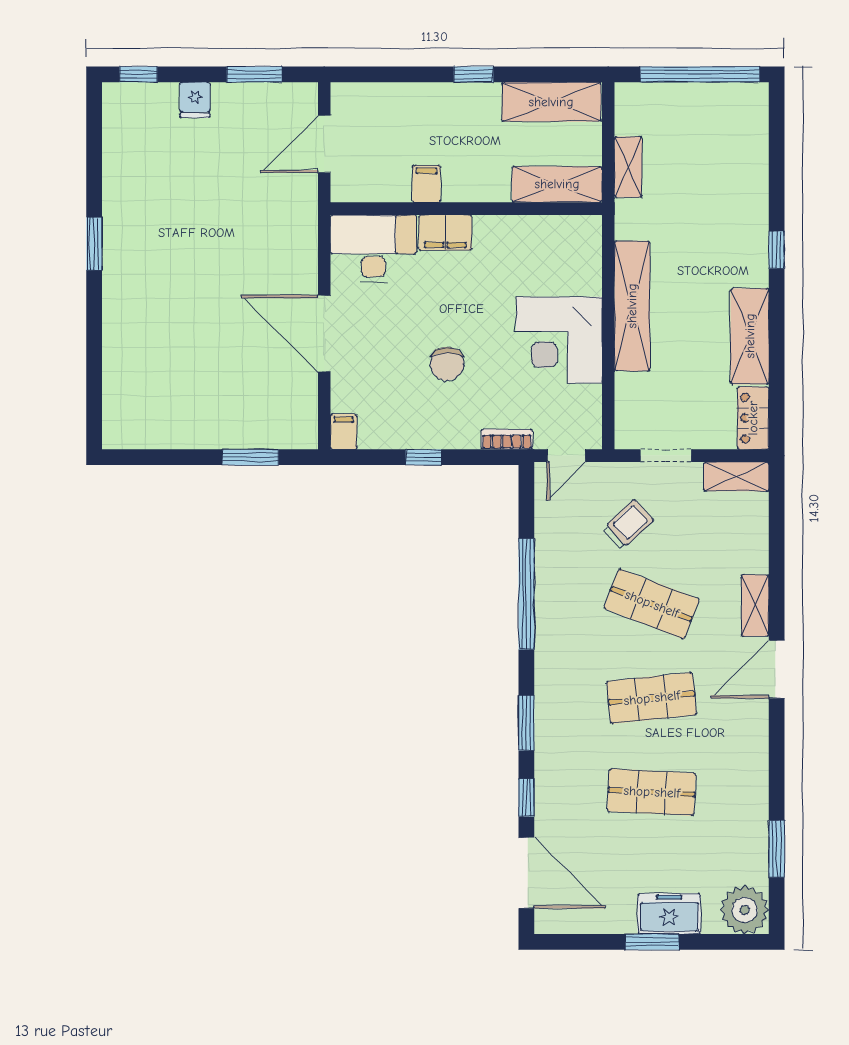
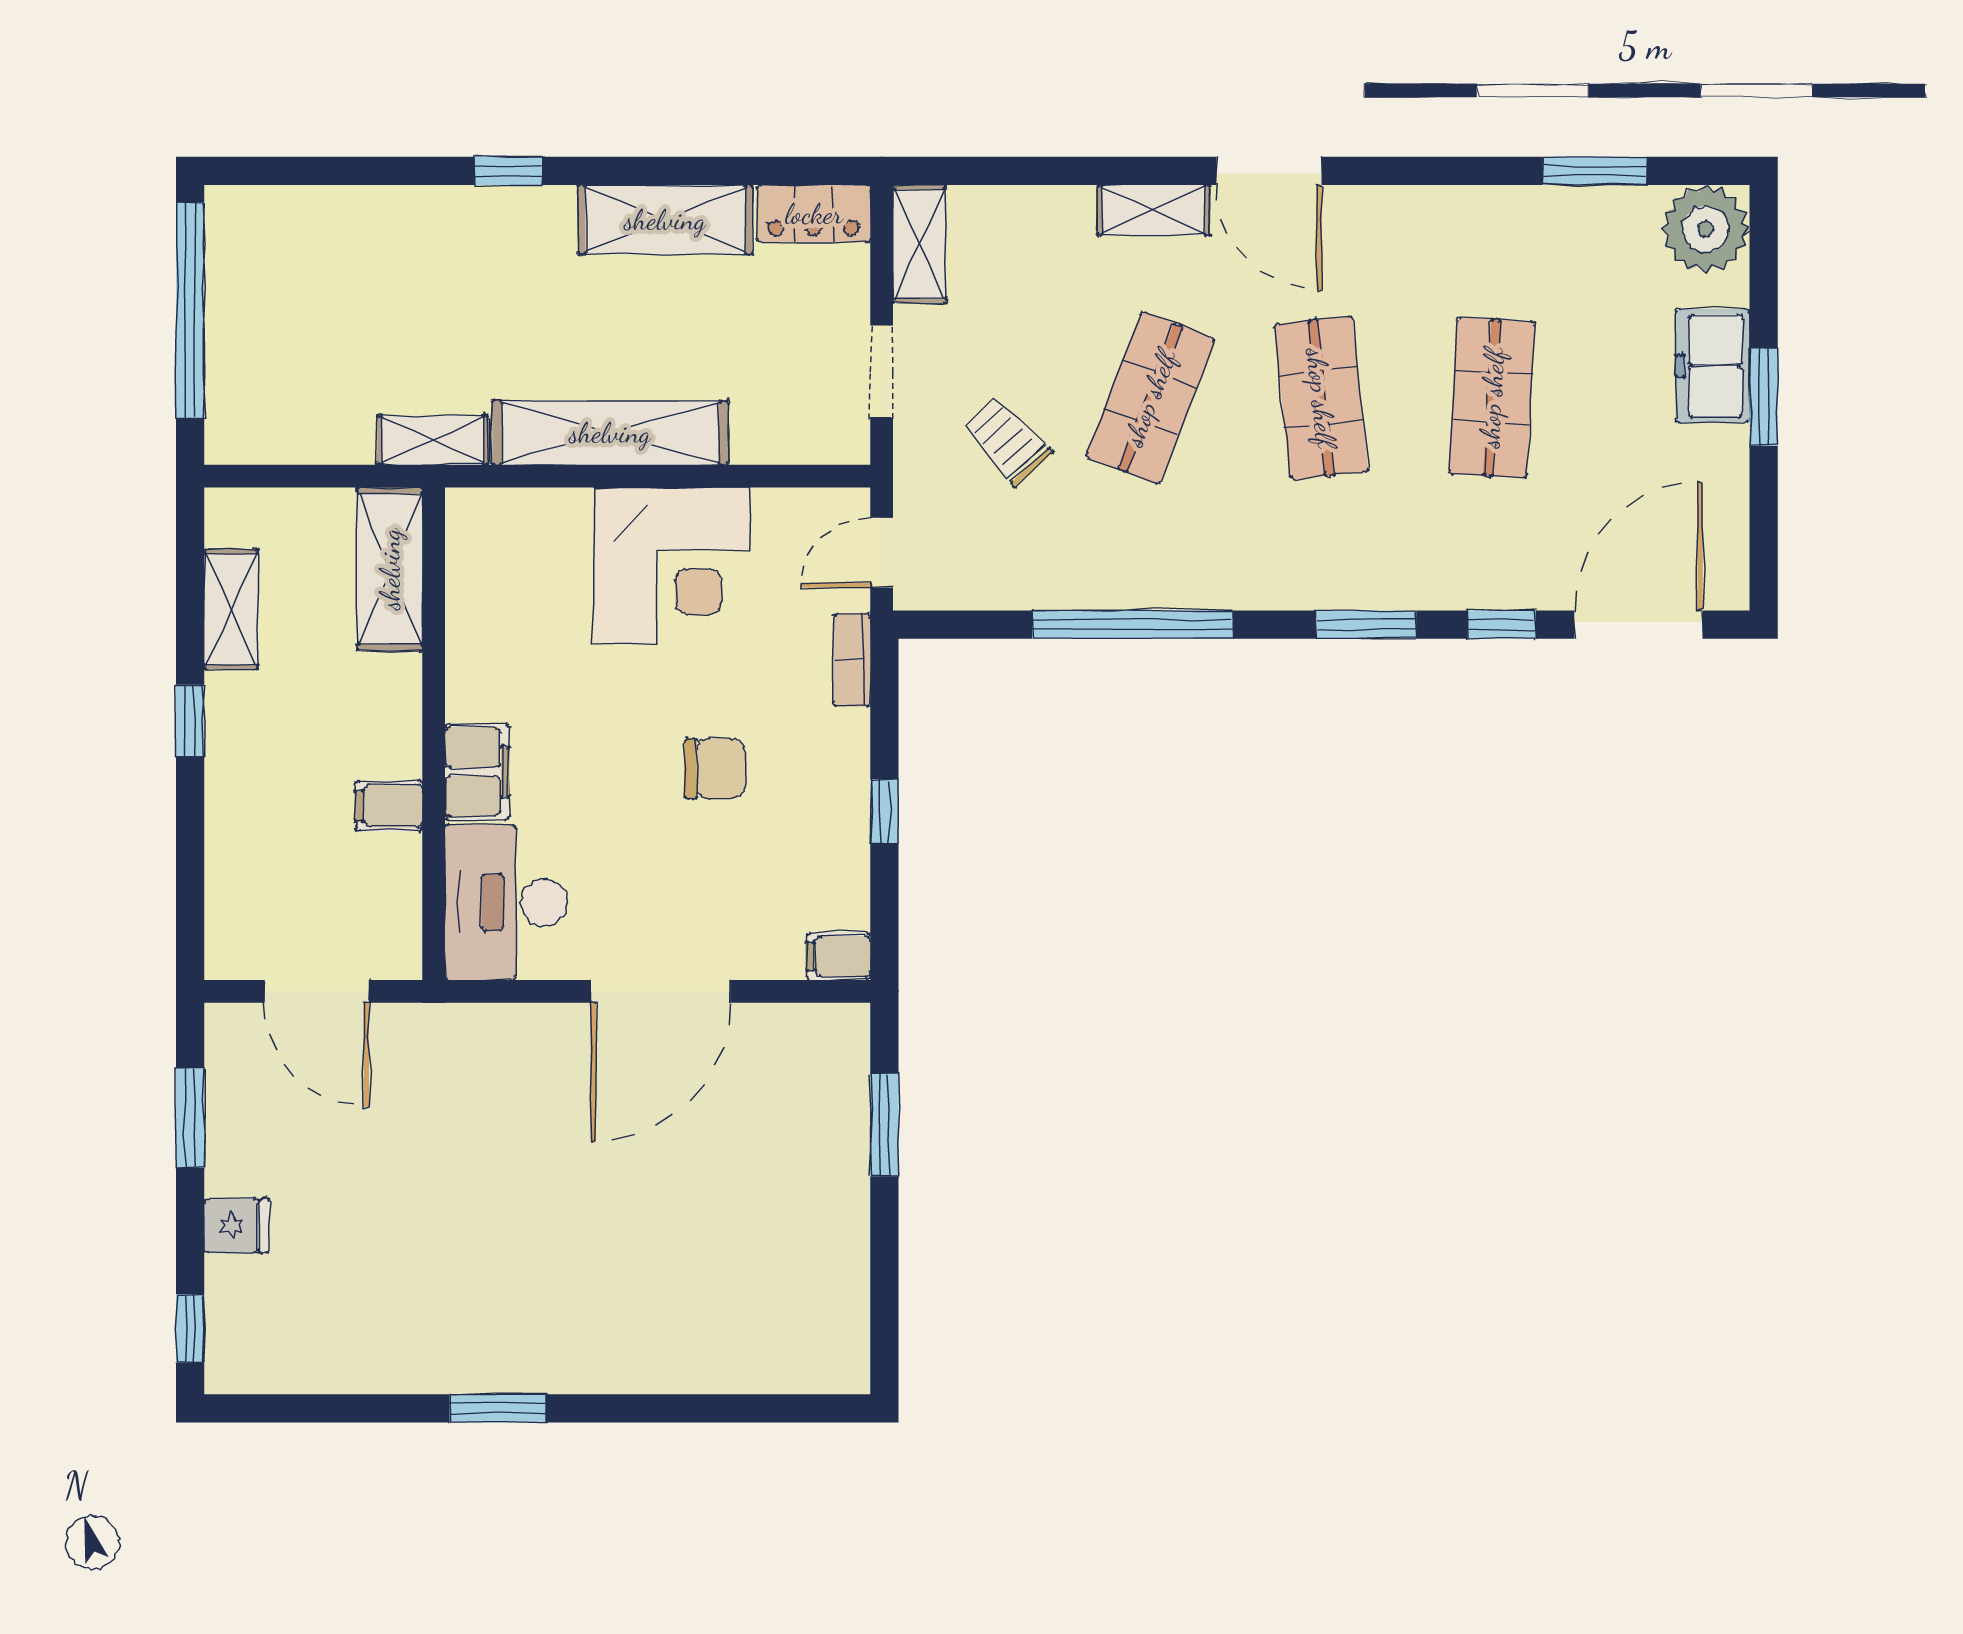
shelving: (551, 102) -> (231, 609), width x0.67, depth x0.75
shelving: (628, 167) -> (433, 440), moved
door: (566, 456) -> (882, 553), swing flipped

